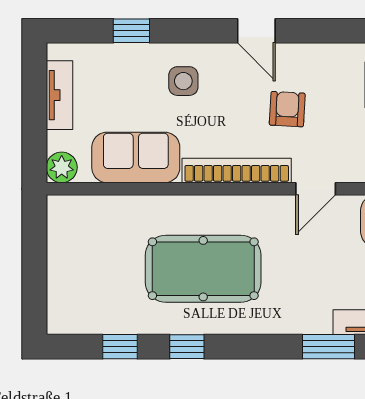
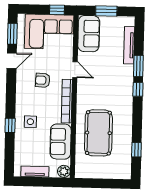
window: (131, 31) -> (10, 125), moved
door: (256, 31) -> (12, 61), moved
pool table: (203, 269) -> (98, 133), moved
window: (187, 347) -> (138, 89), moved

